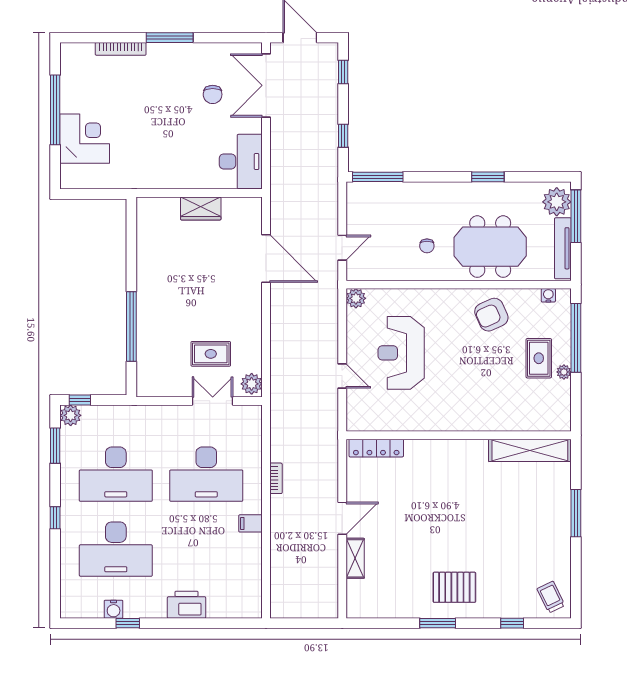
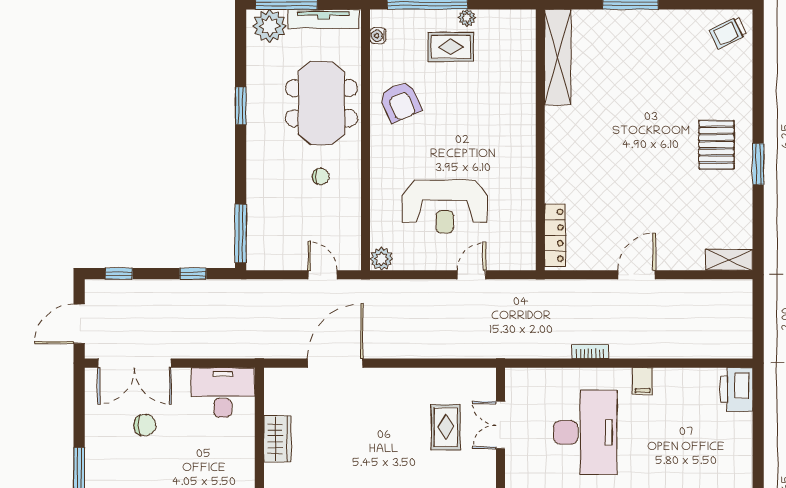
plant: (252, 384) -> (481, 380), removed
door: (342, 518) -> (637, 275), hinge flipped
shelving: (355, 558) -> (729, 260), moved
printer: (187, 605) -> (737, 390), moved
window: (512, 623) -> (758, 78), removed

